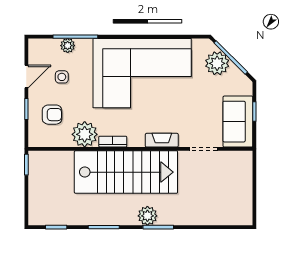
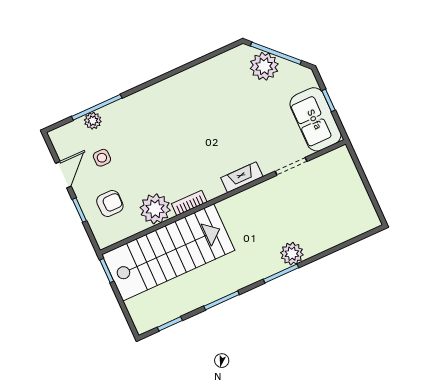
corner sofa: (142, 73) -> (187, 114), removed
stairs: (126, 172) -> (168, 252), moved
plant: (147, 216) -> (292, 254), moved

